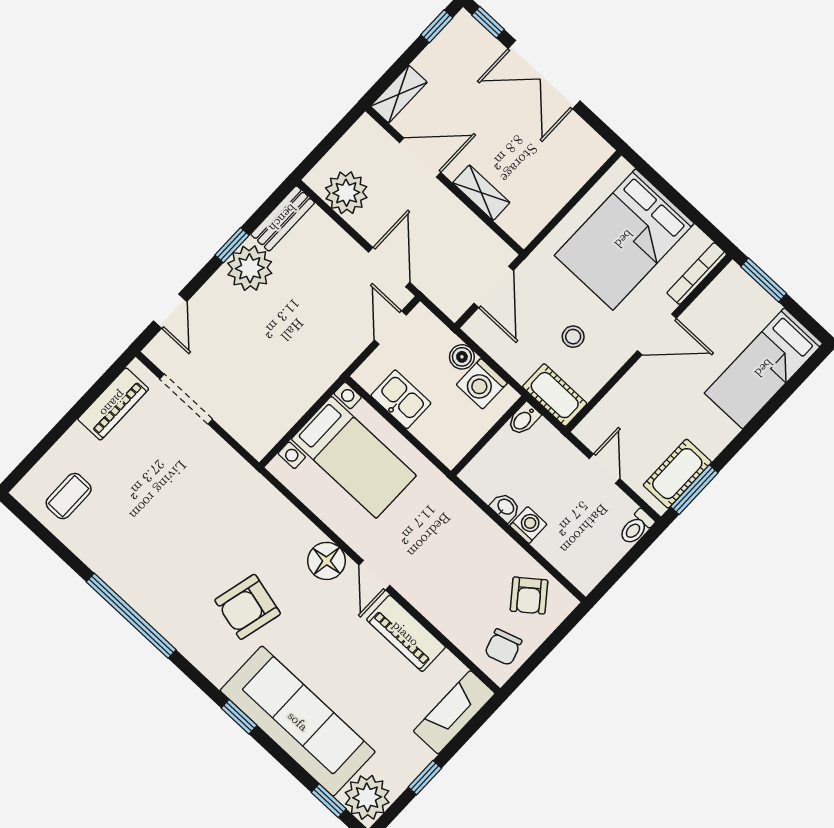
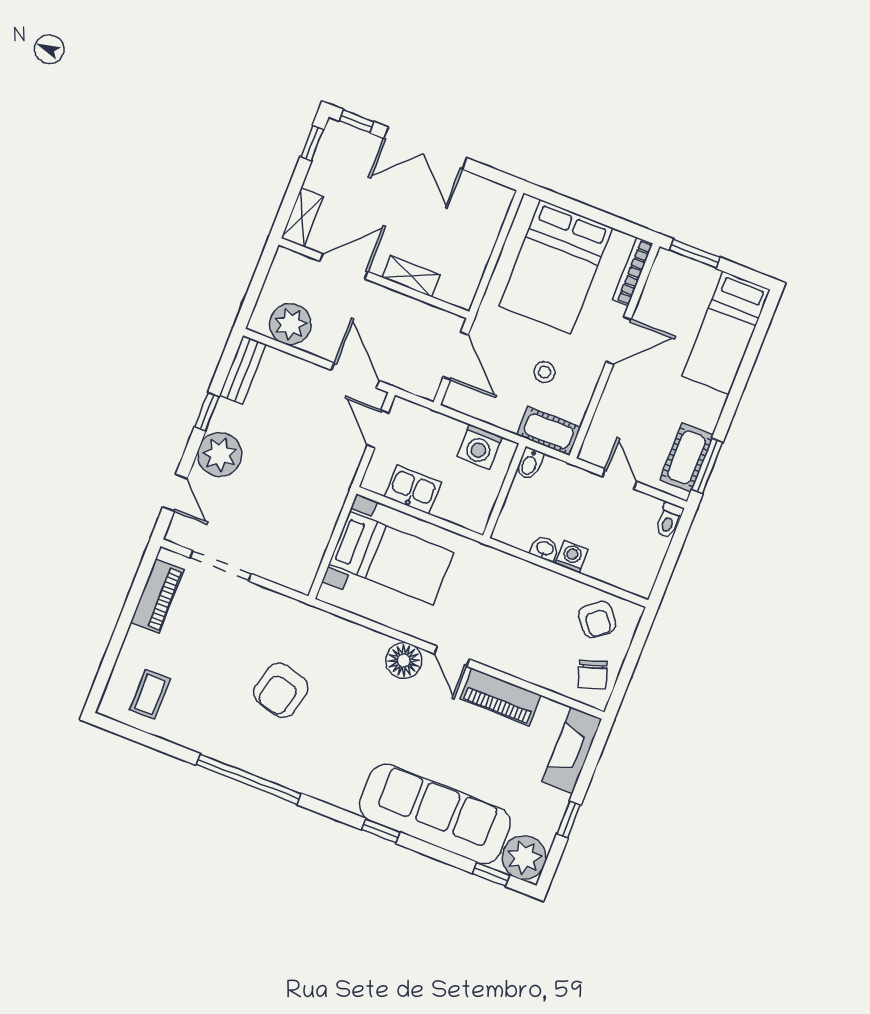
plant: (250, 268) -> (220, 455), moved
boiler: (462, 357) -> (452, 430), removed
armchair: (248, 607) -> (281, 690), moved

